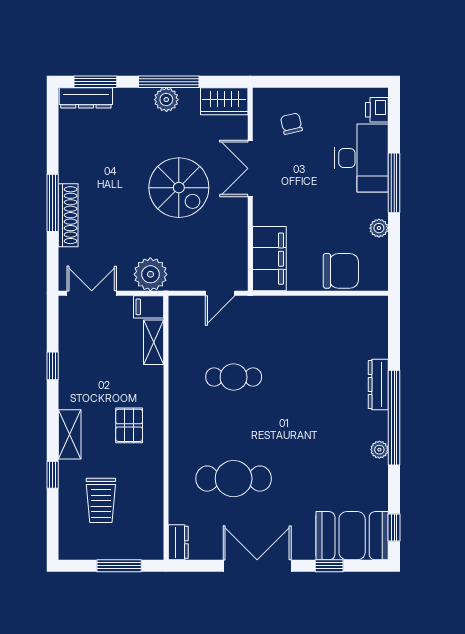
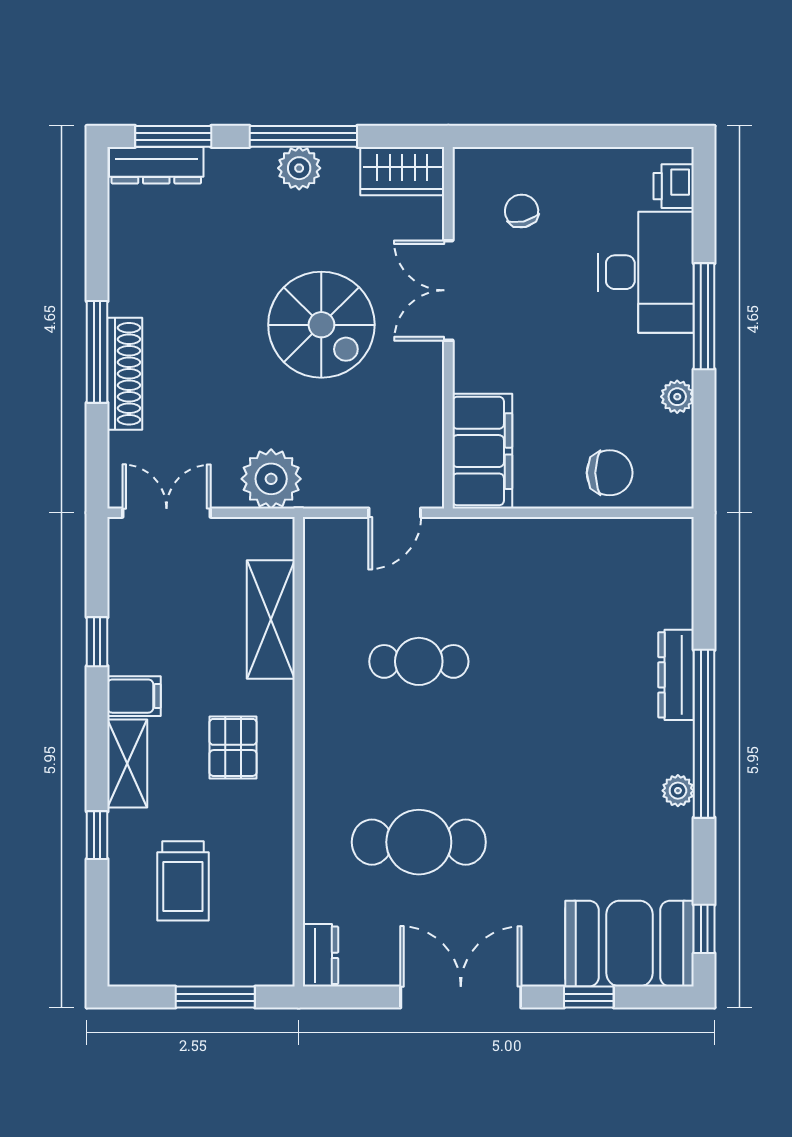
chair: (341, 271) -> (610, 473), width x0.73, depth x0.73
filing cabinet: (149, 307) -> (134, 696), moved, turned 180
shelving: (154, 342) -> (271, 620), width x1.50, depth x1.33

